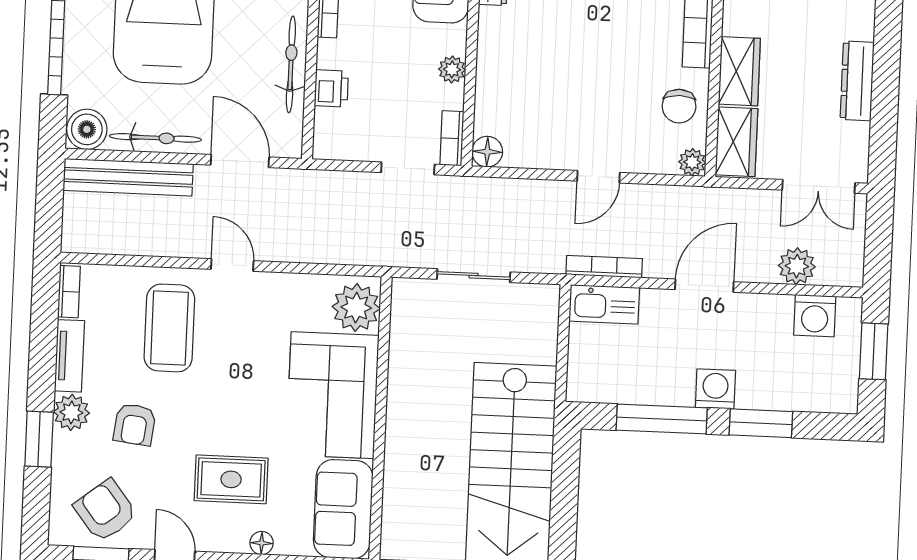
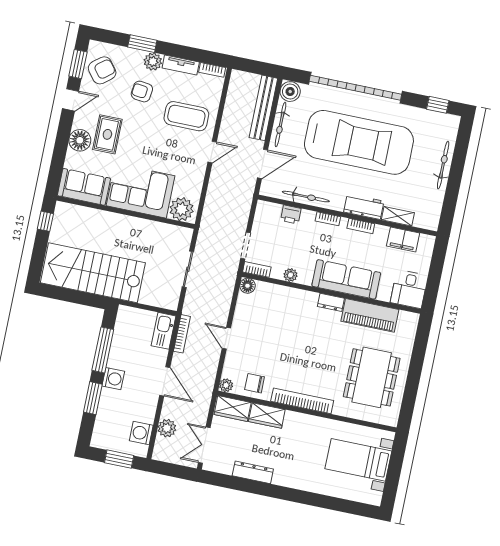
floor lamp: (262, 543) -> (80, 140), width x1.89, depth x1.89

